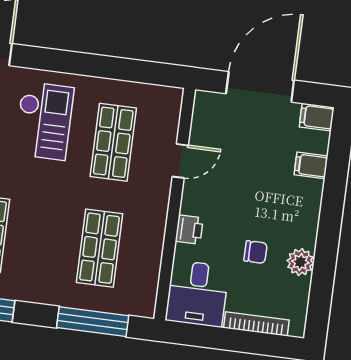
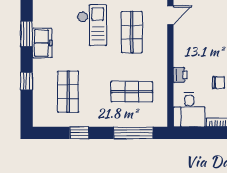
door: (180, 161) -> (170, 15), moved
shop shelf: (100, 248) -> (132, 92), turned 90

